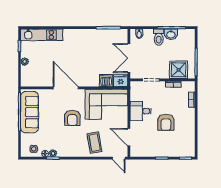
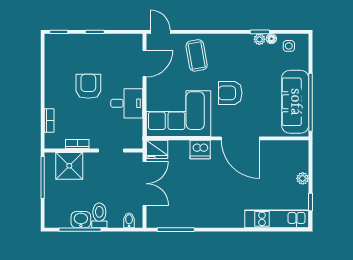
dishwasher: (106, 81) -> (200, 150), moved
armchair: (72, 118) -> (230, 93), turned -90
door: (129, 137) -> (145, 64), hinge flipped

